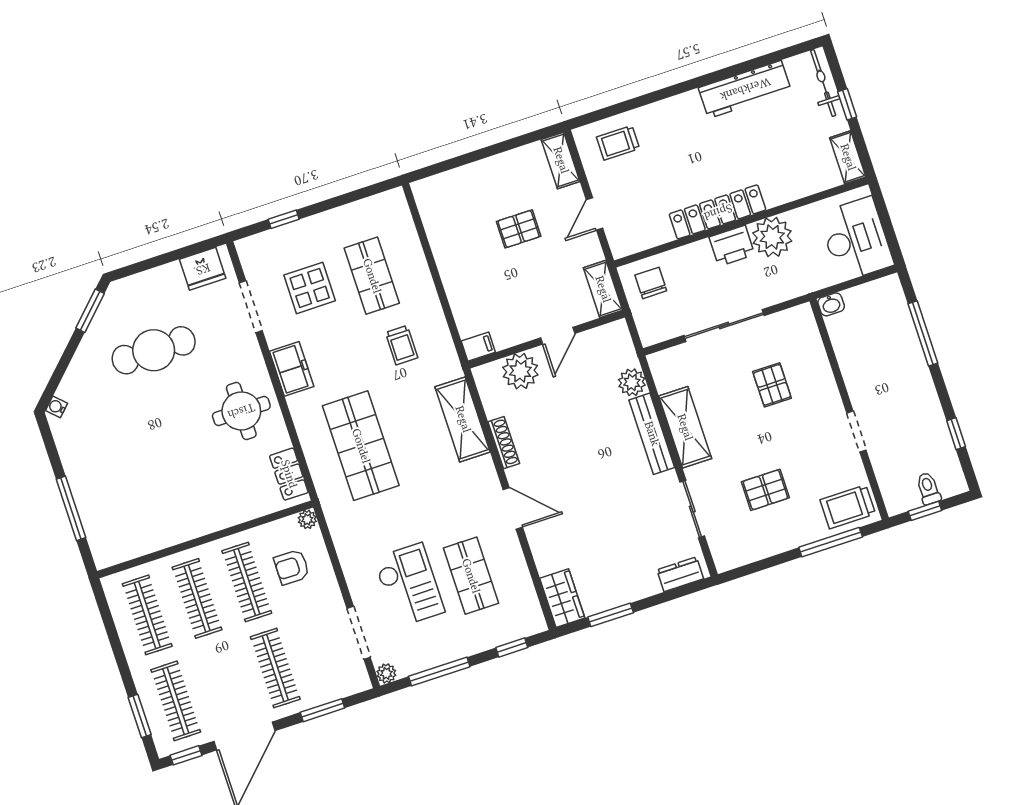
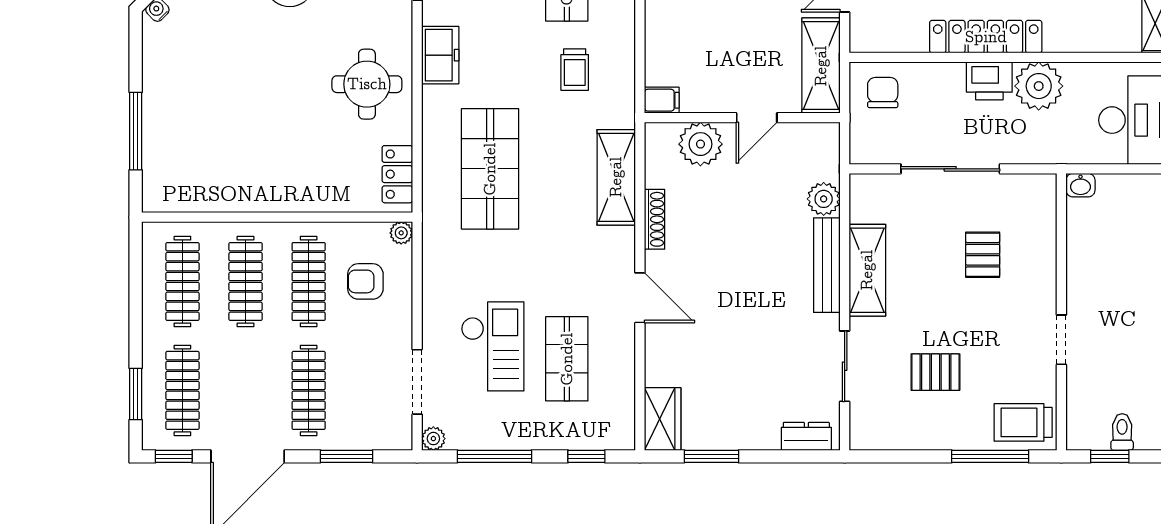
shelving: (603, 289) -> (821, 66), width x1.50, depth x1.33

